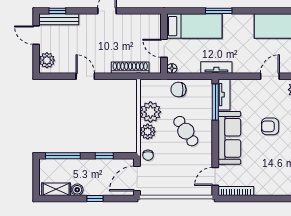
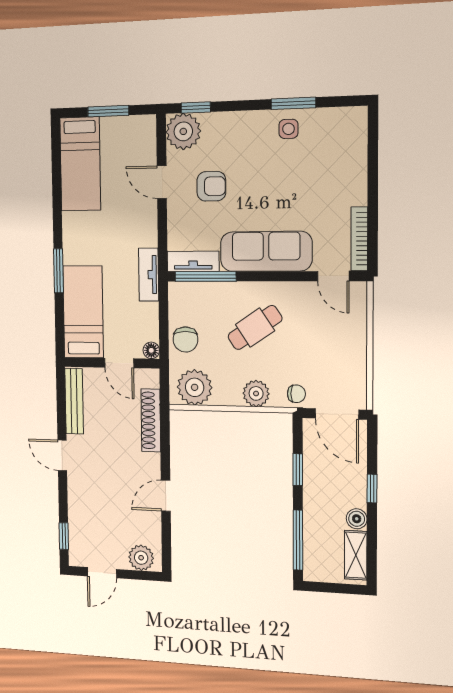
bench: (59, 19) -> (74, 401), moved
door: (164, 48) -> (119, 363), hinge flipped
plant: (150, 112) -> (195, 387), moved
armchair: (270, 126) -> (211, 186), moved, turned -90

